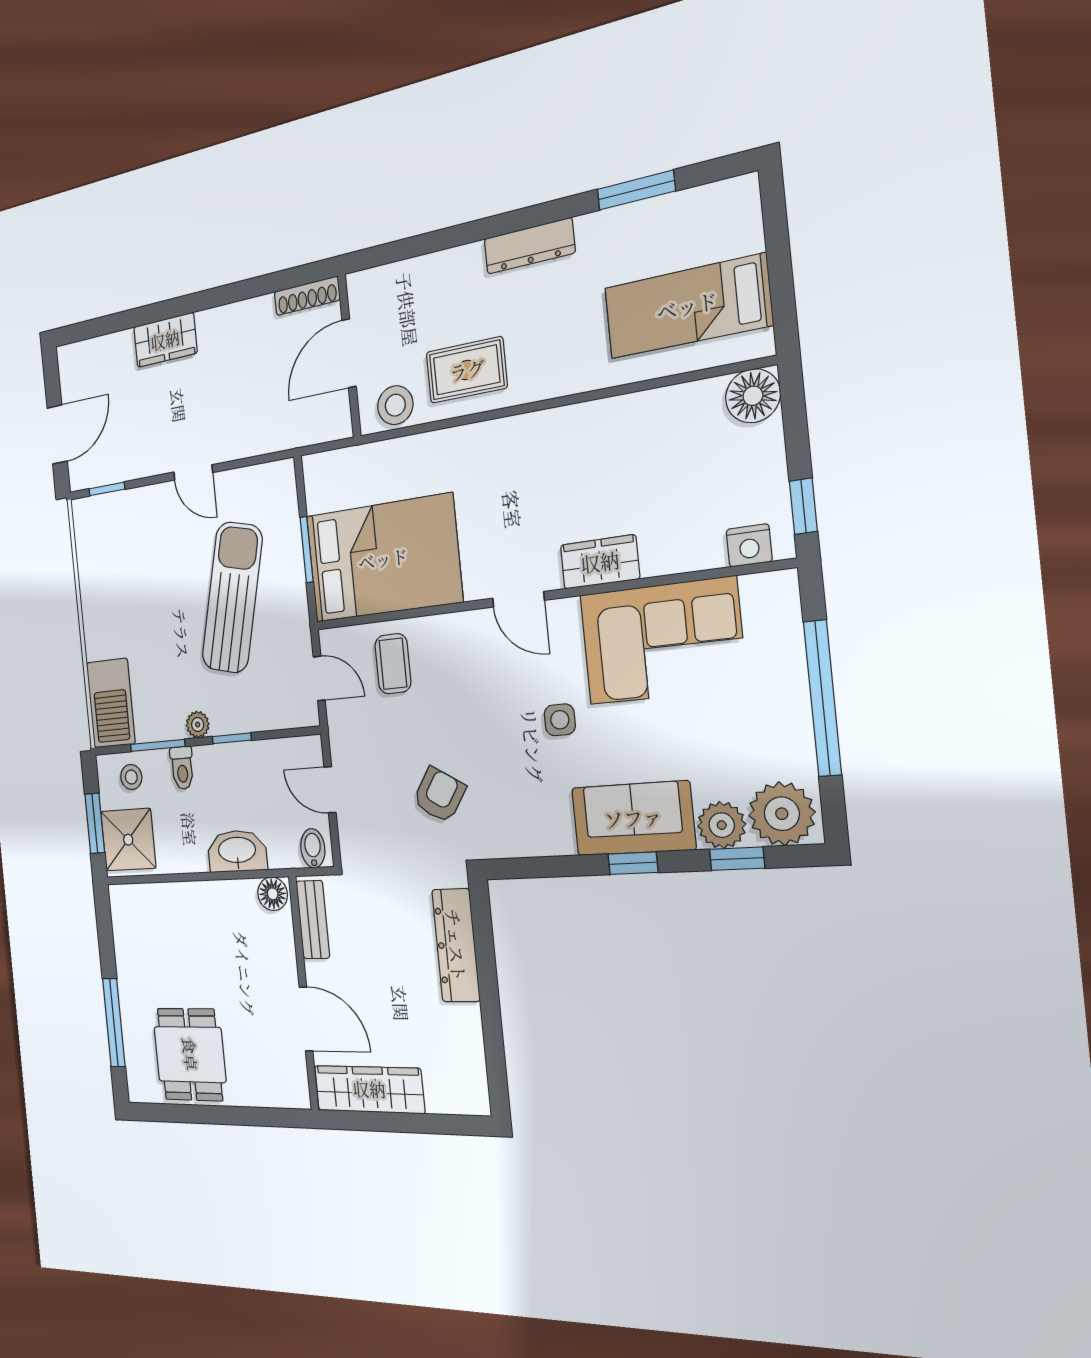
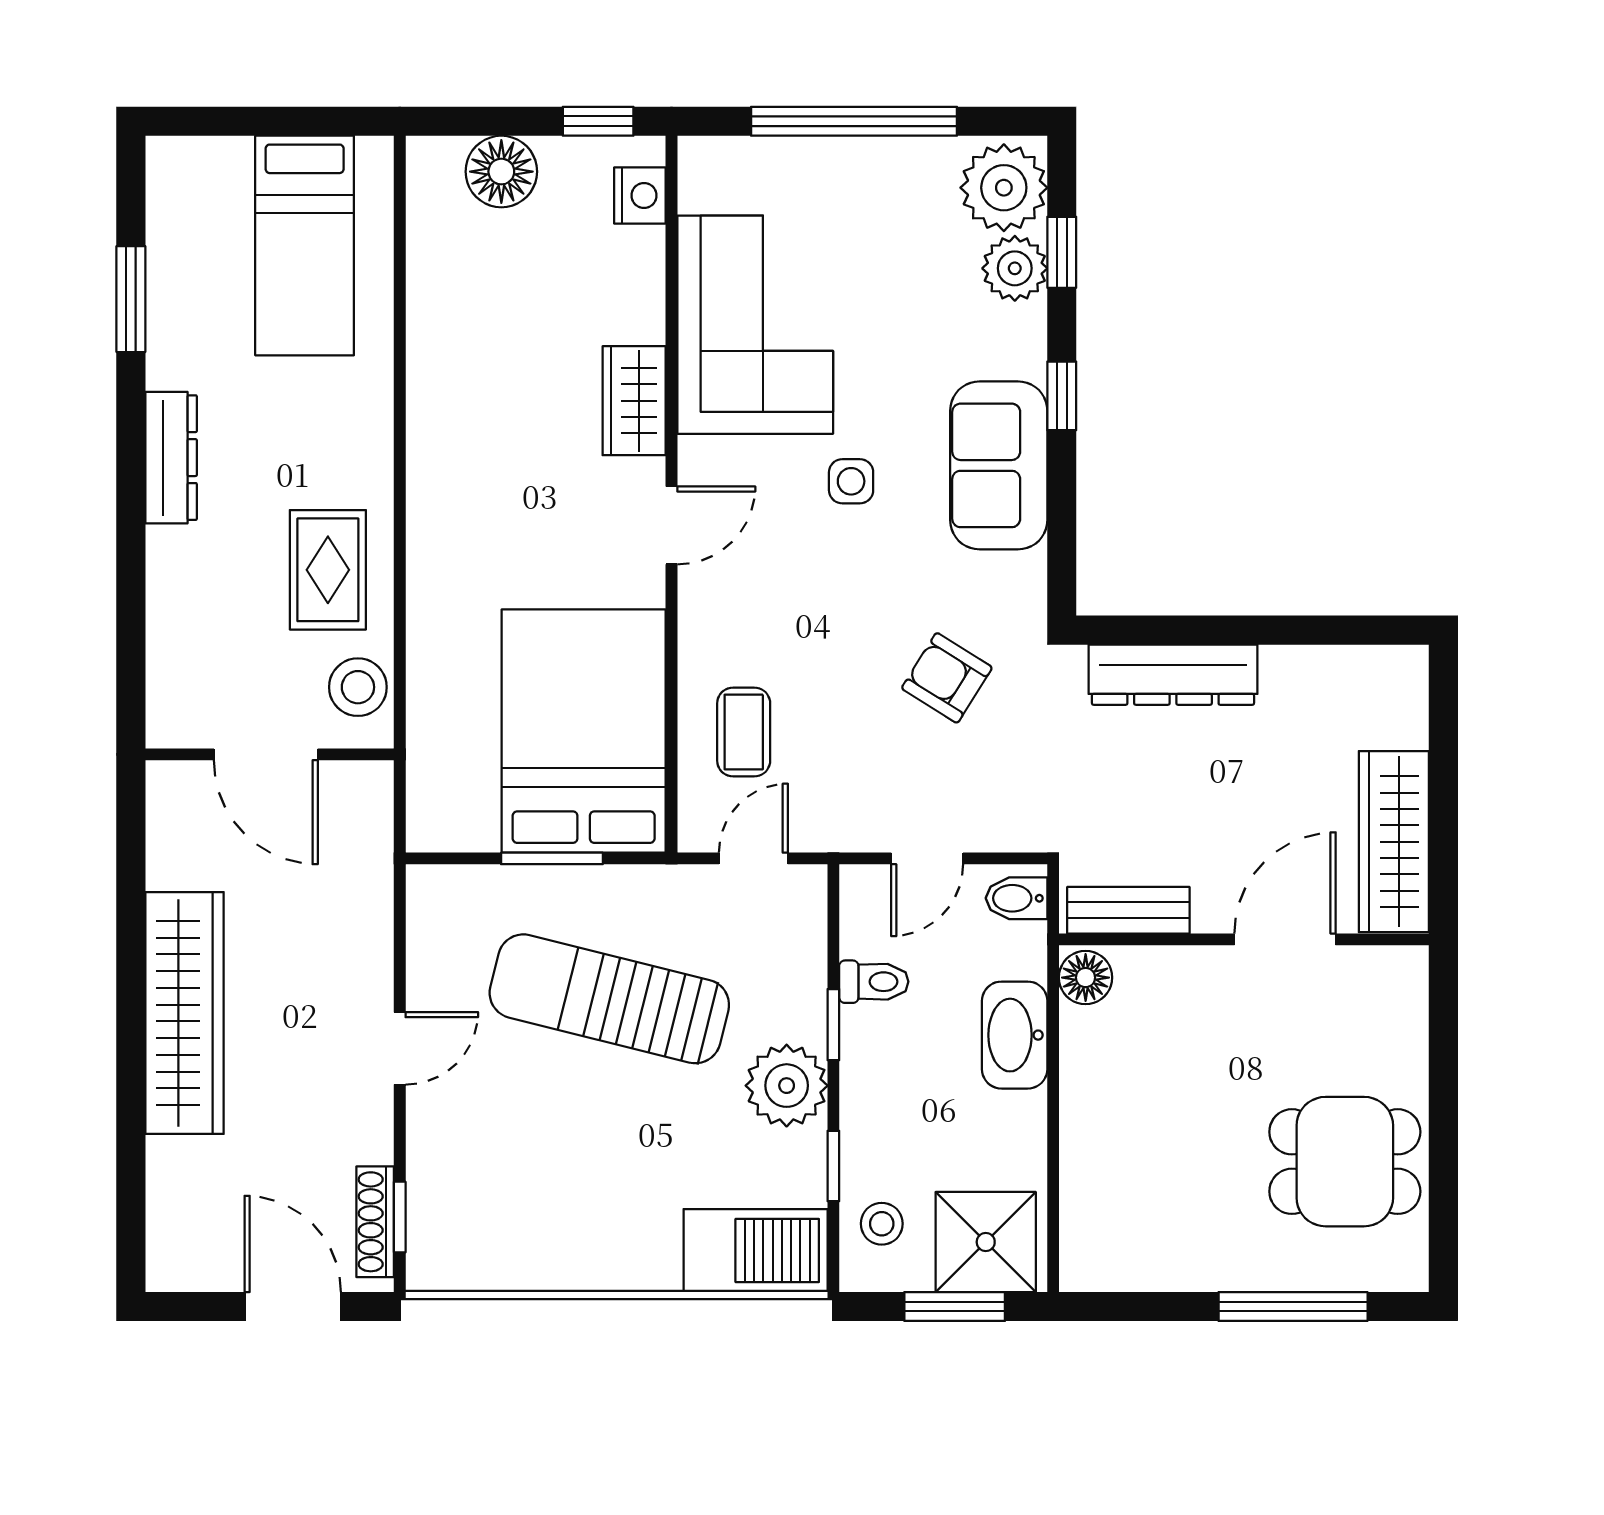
shoe rack: (307, 296) -> (375, 1222), moved, turned 180
wardrobe: (165, 340) -> (185, 1013), width x2.10, depth x1.17
floor lamp: (753, 396) -> (501, 172), moved
coffee table: (393, 664) -> (744, 732), turned 90
plant: (198, 725) -> (787, 1086), width x1.88, depth x1.88
window: (158, 745) -> (833, 1166), width x0.67
toilet: (182, 768) -> (874, 982), moved
sofa: (633, 818) -> (999, 465), moved

